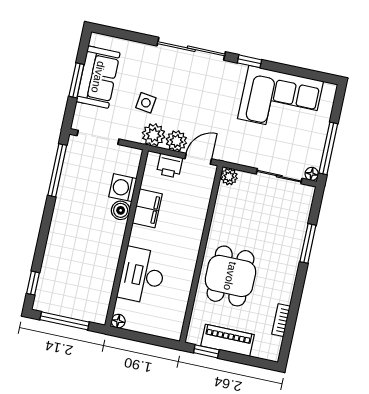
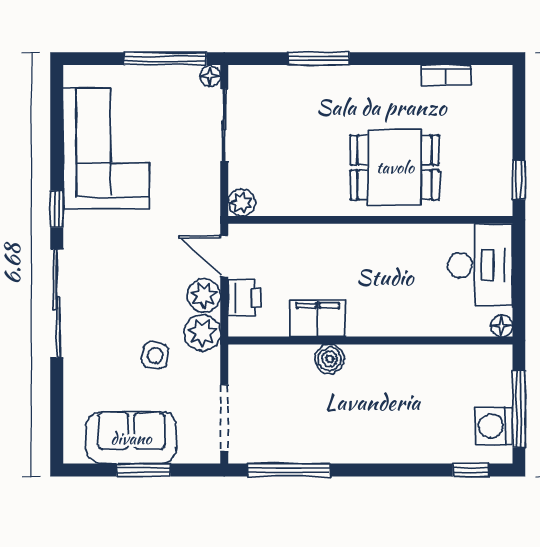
washing machine: (123, 188) -> (494, 426), moved, turned 90
desk: (142, 276) -> (480, 265), moved, turned -90
piano: (228, 340) -> (495, 151), removed

